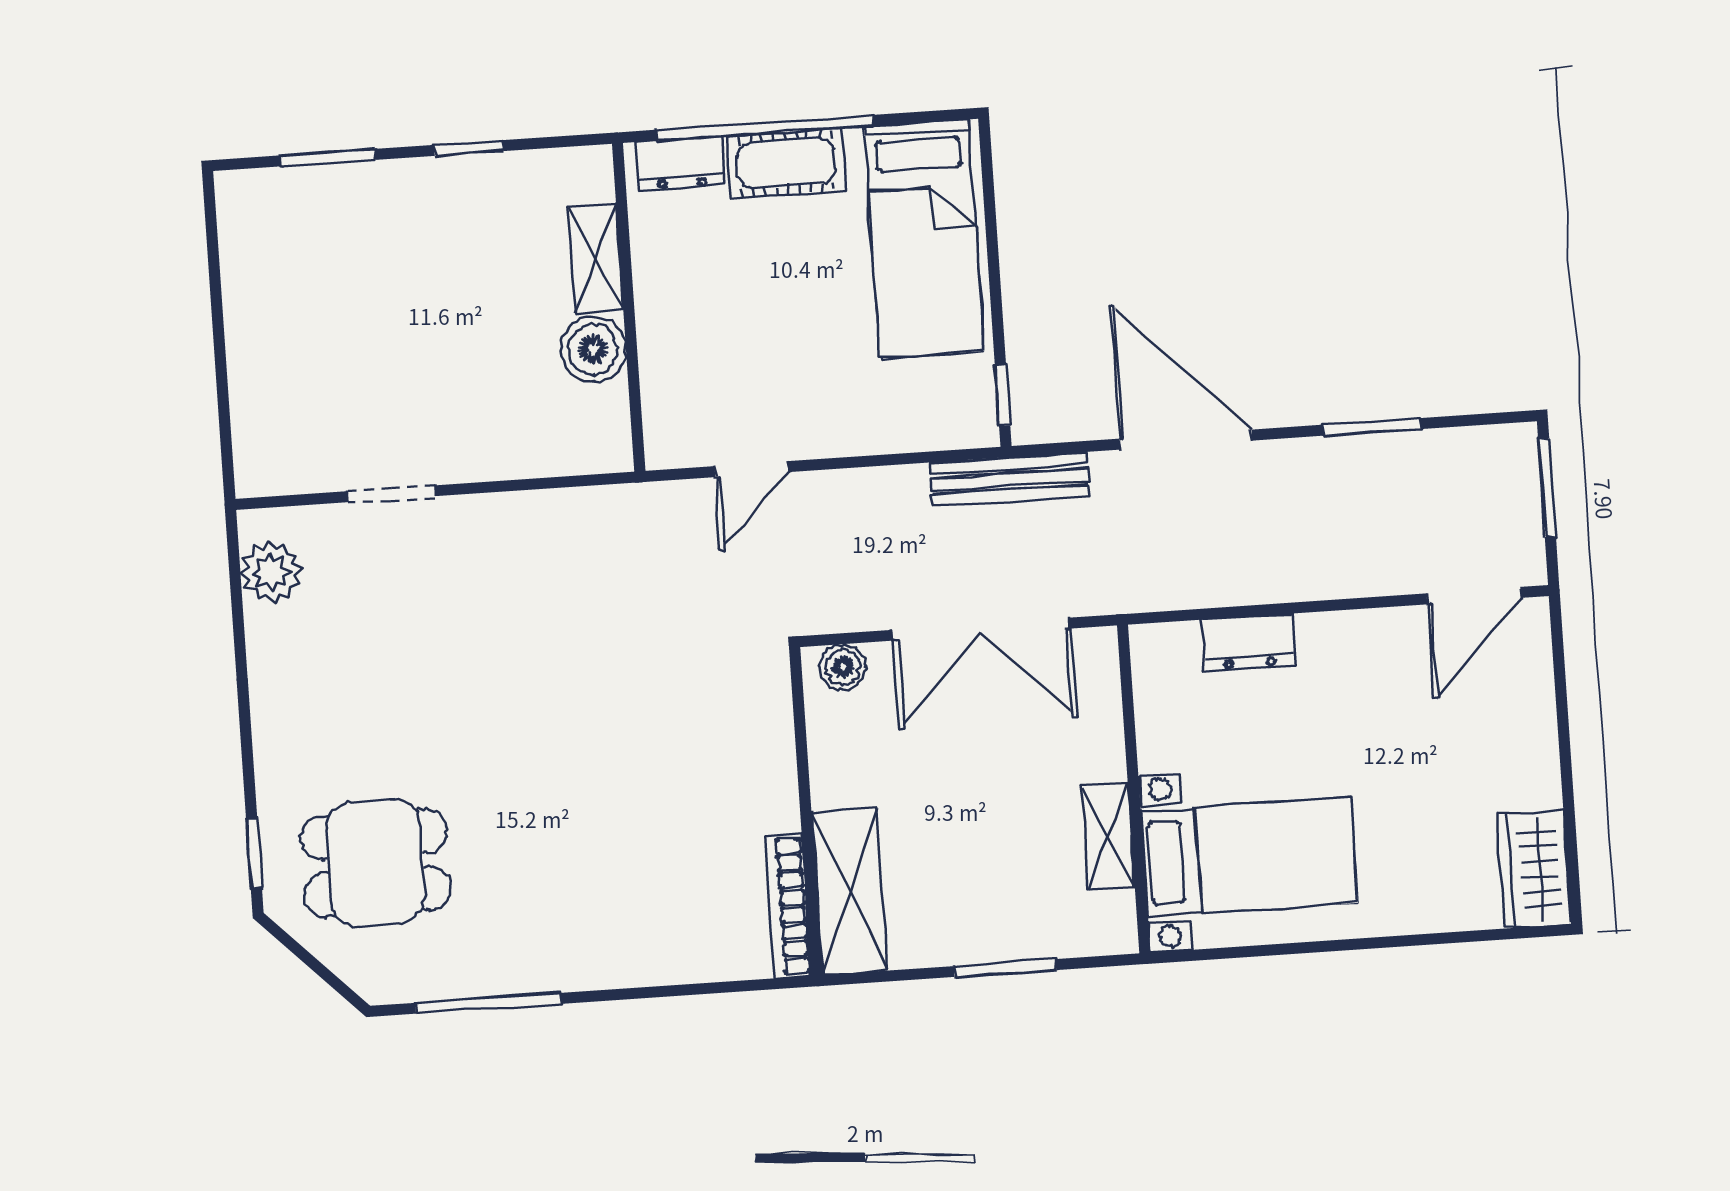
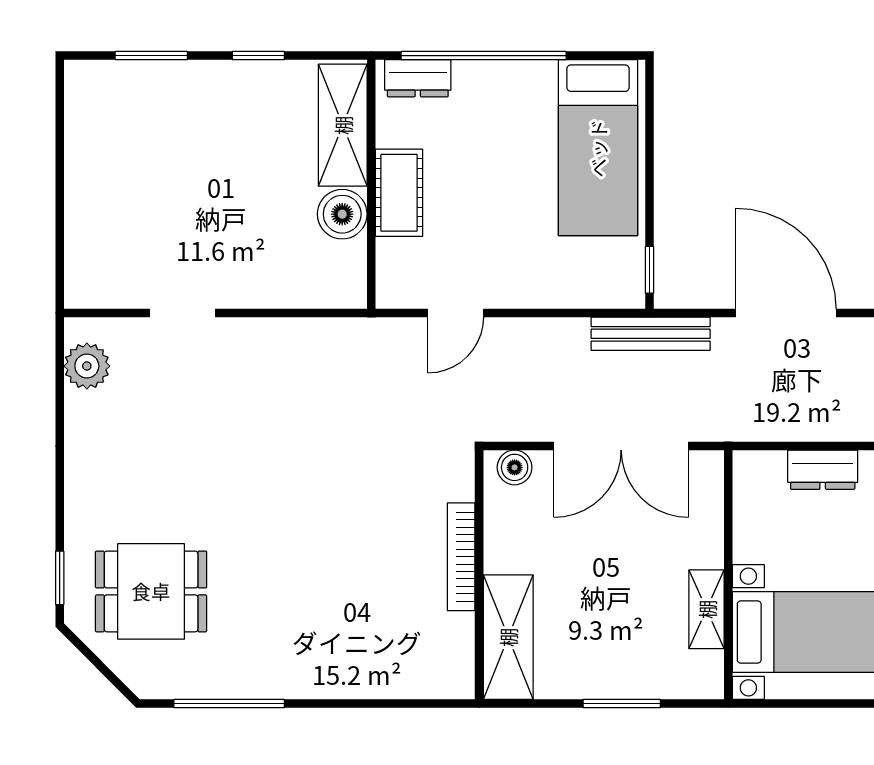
cot: (786, 163) -> (399, 193), moved, turned 90
shelving: (596, 258) -> (343, 125), width x1.50, depth x1.33
bookcase: (788, 906) -> (461, 557), moved

